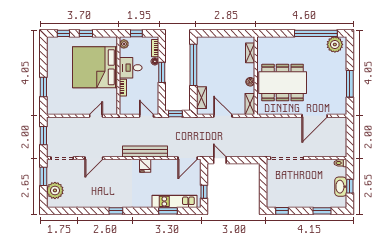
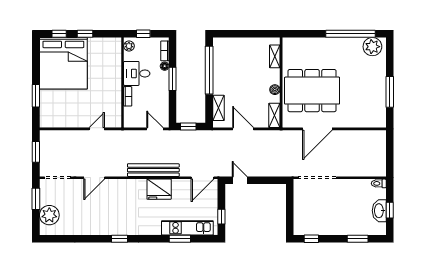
bed: (95, 67) -> (63, 63), moved, turned -90
door: (315, 116) -> (317, 129), moved
fridge: (145, 166) -> (159, 189), width x1.88, depth x1.34

